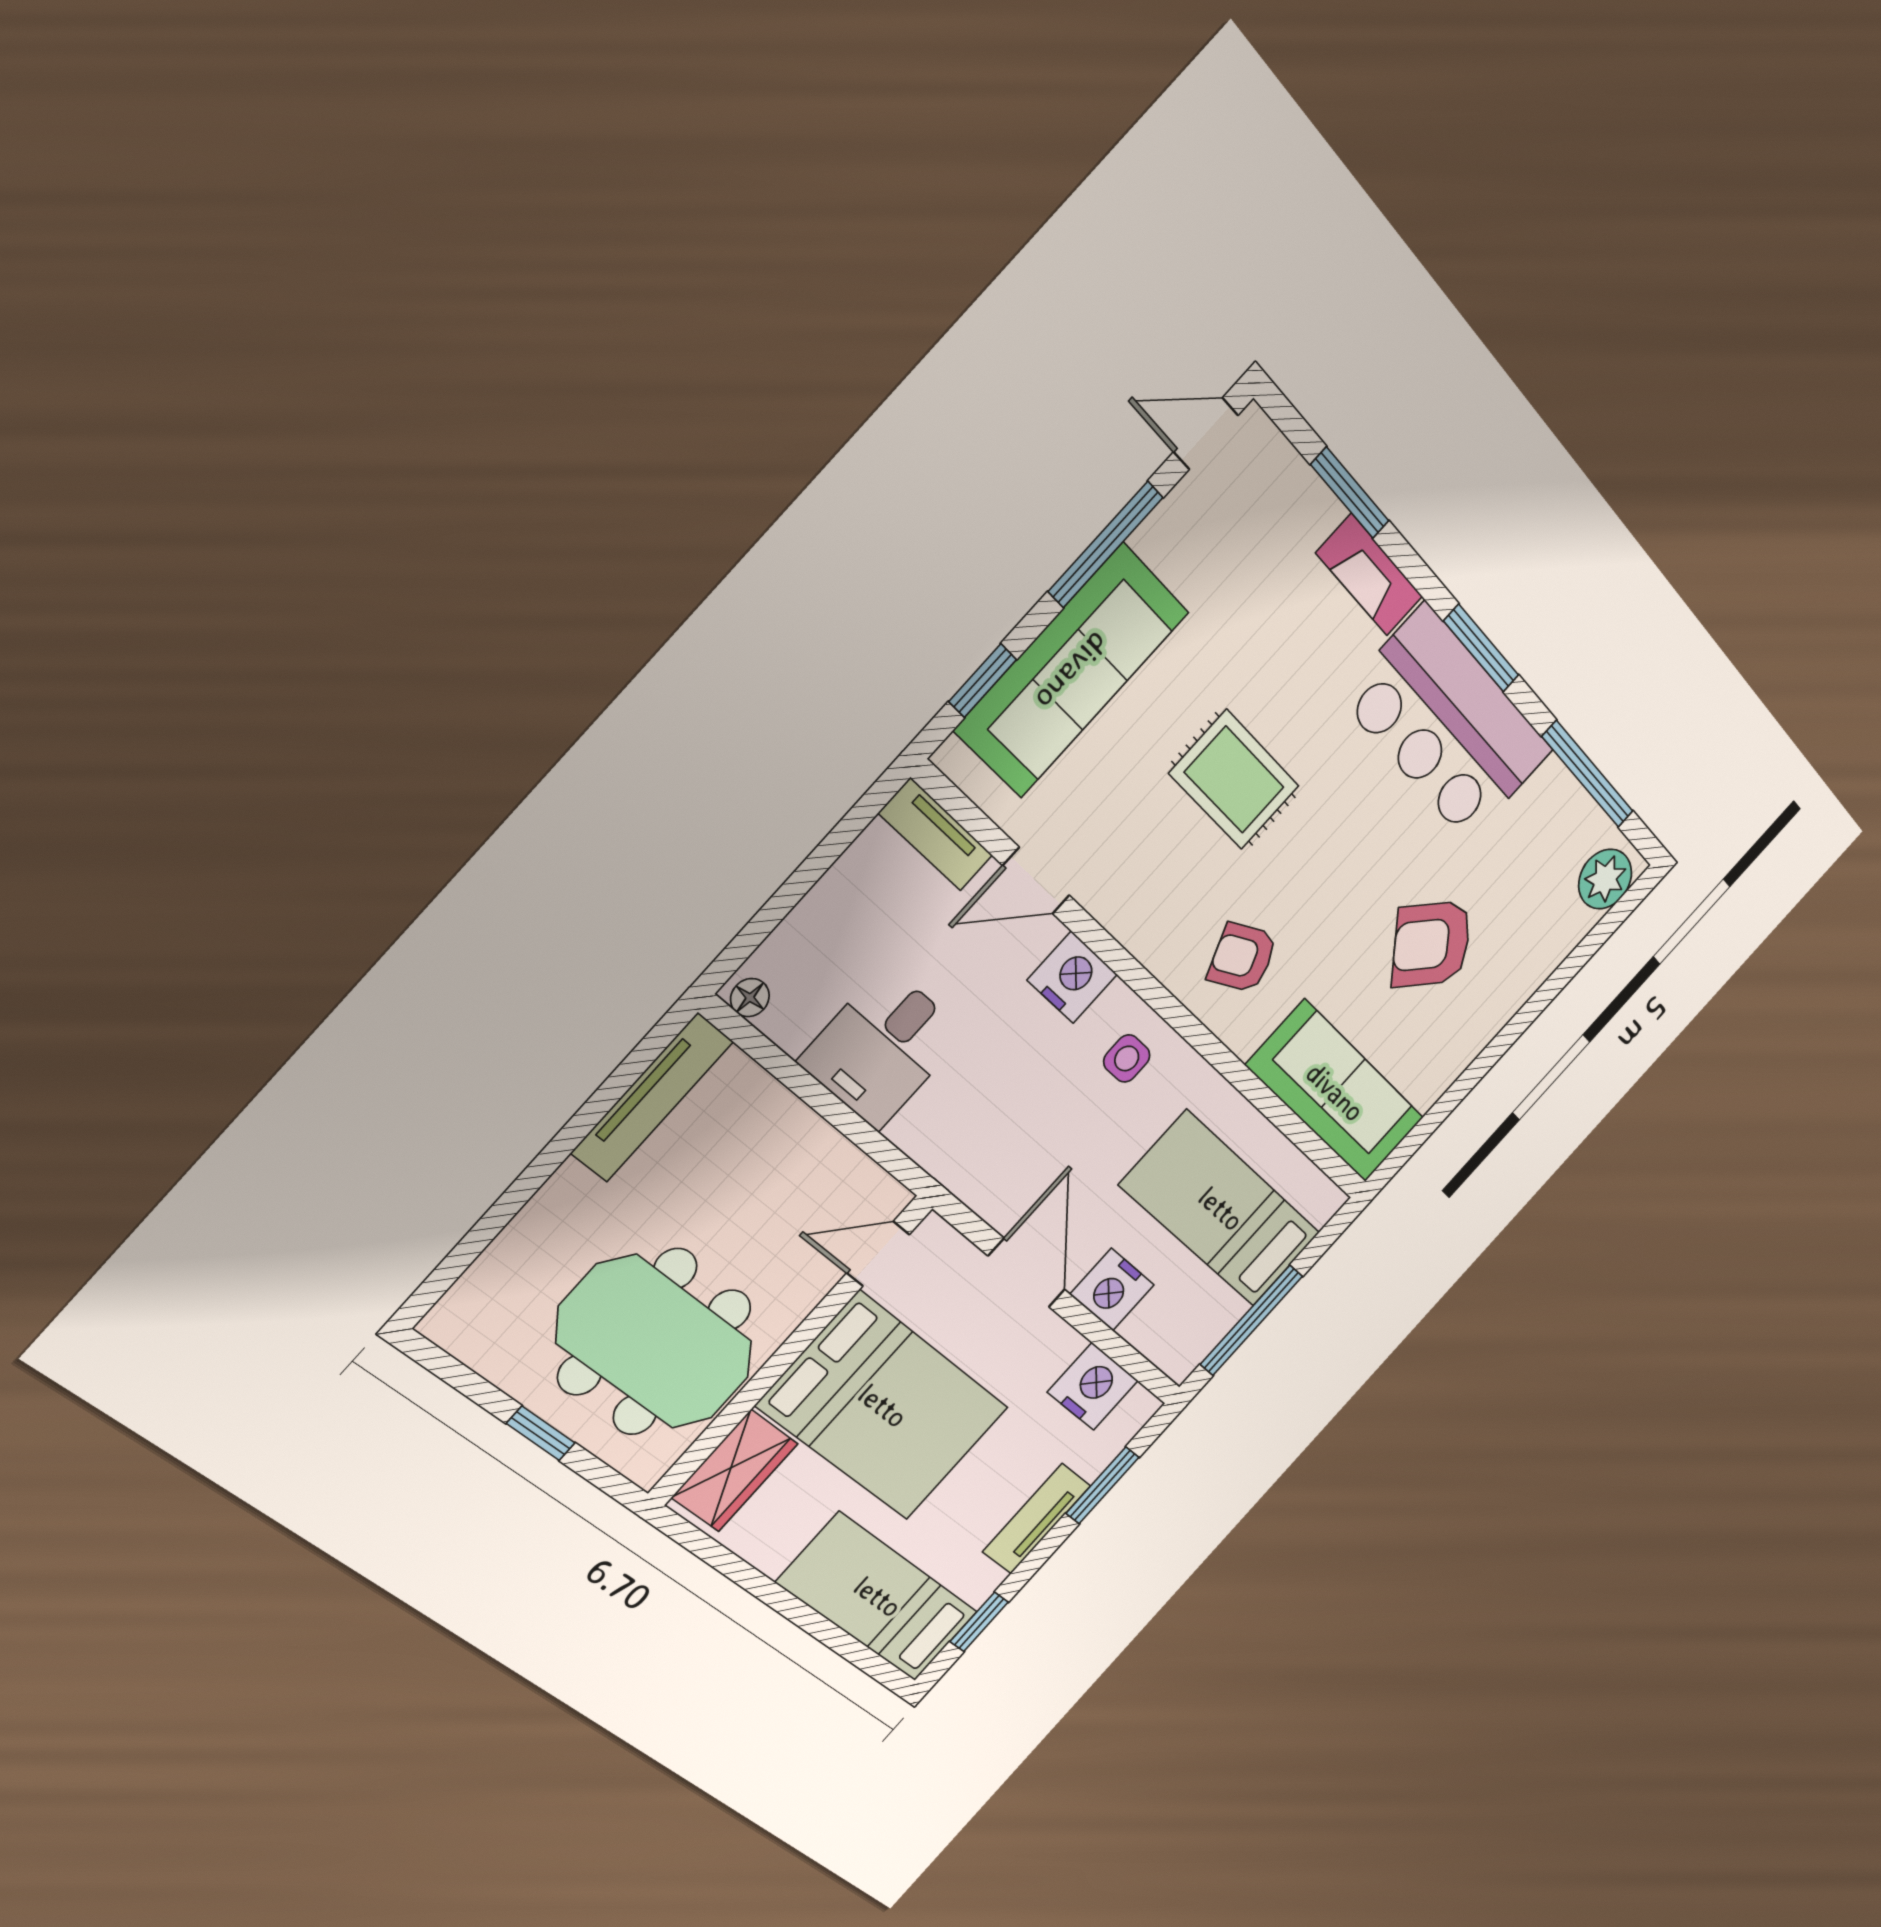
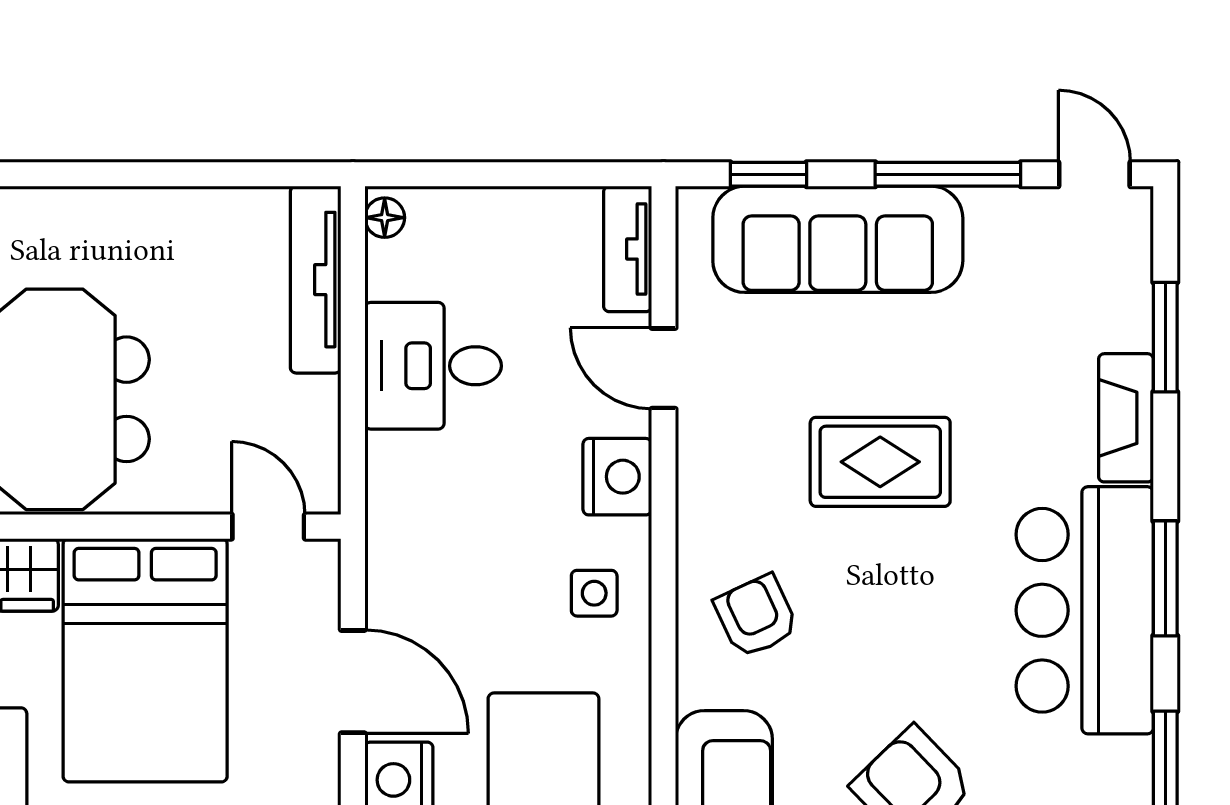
rug: (1234, 780) -> (880, 462), turned 90
tv unit: (652, 1097) -> (316, 280), moved, turned 90
door: (1027, 1273) -> (353, 682), hinge flipped

